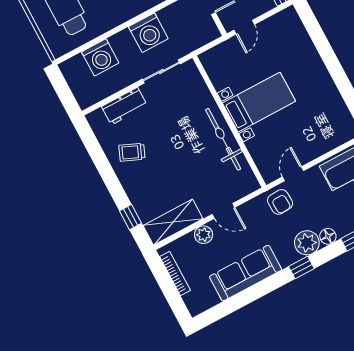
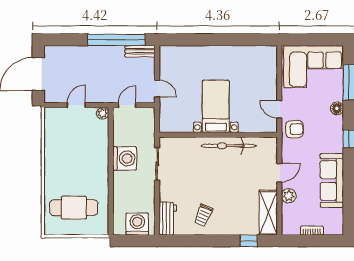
washing machine: (100, 57) -> (137, 224), moved, turned -90
workbench: (124, 106) -> (168, 219), moved
plant: (307, 243) -> (334, 126), removed
bookcase: (175, 273) -> (312, 231), width x0.64

